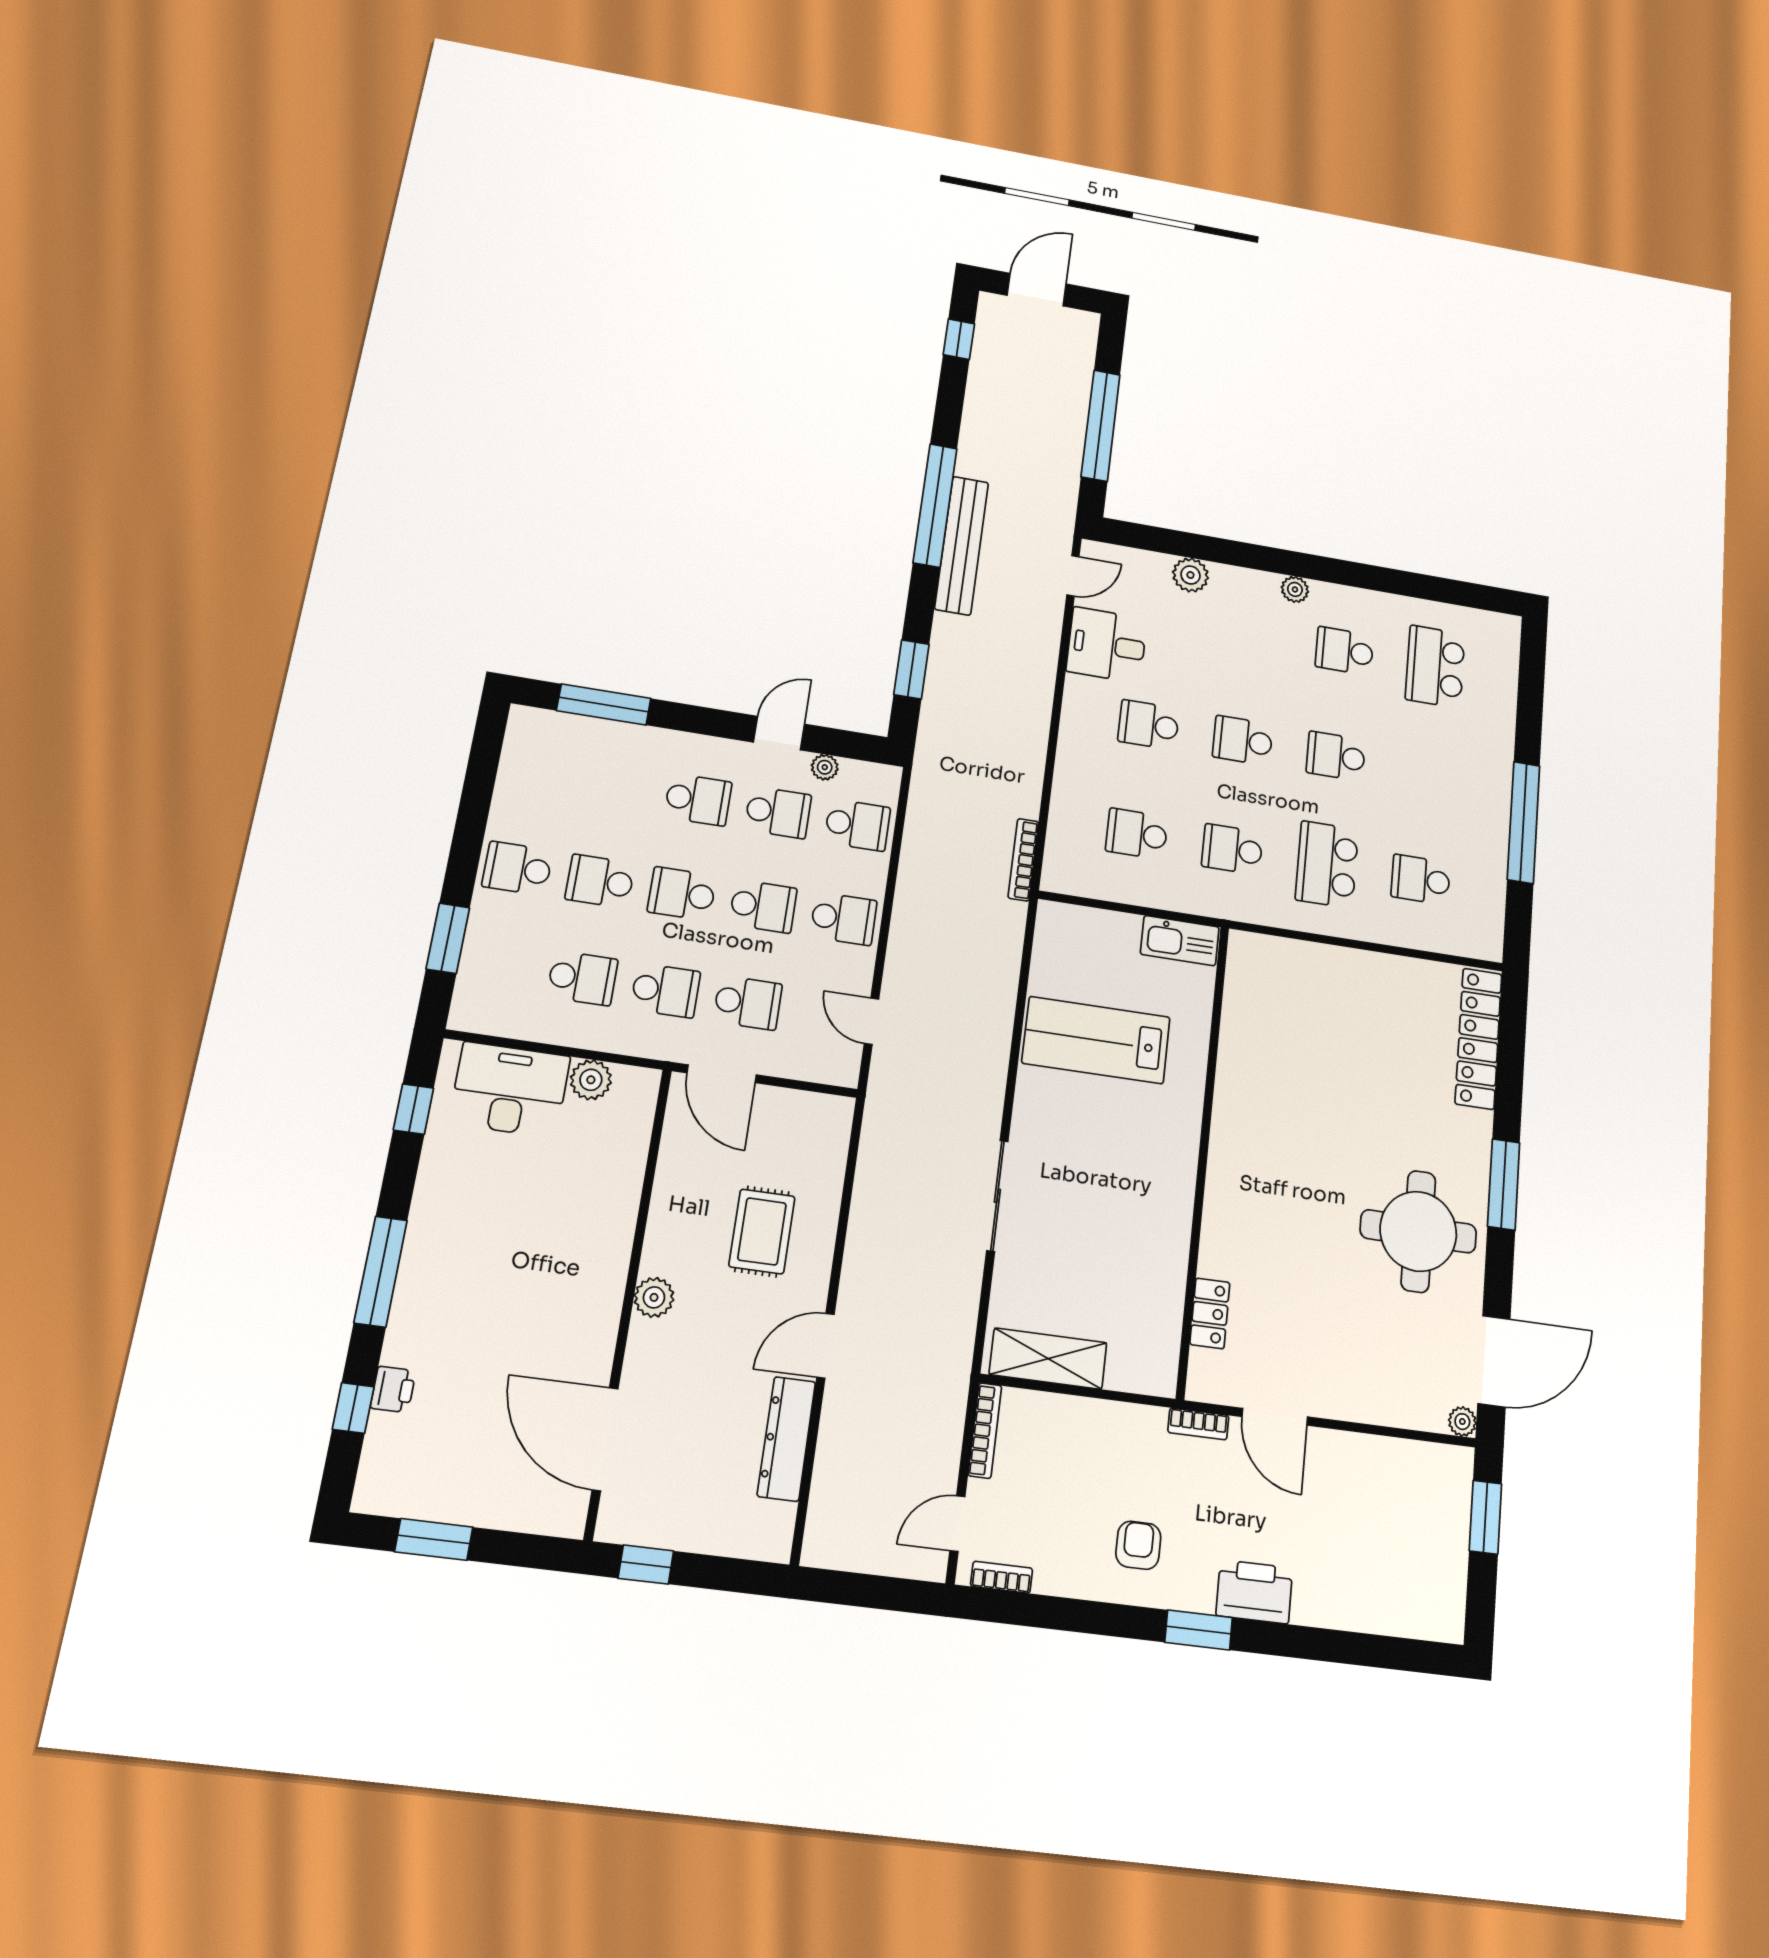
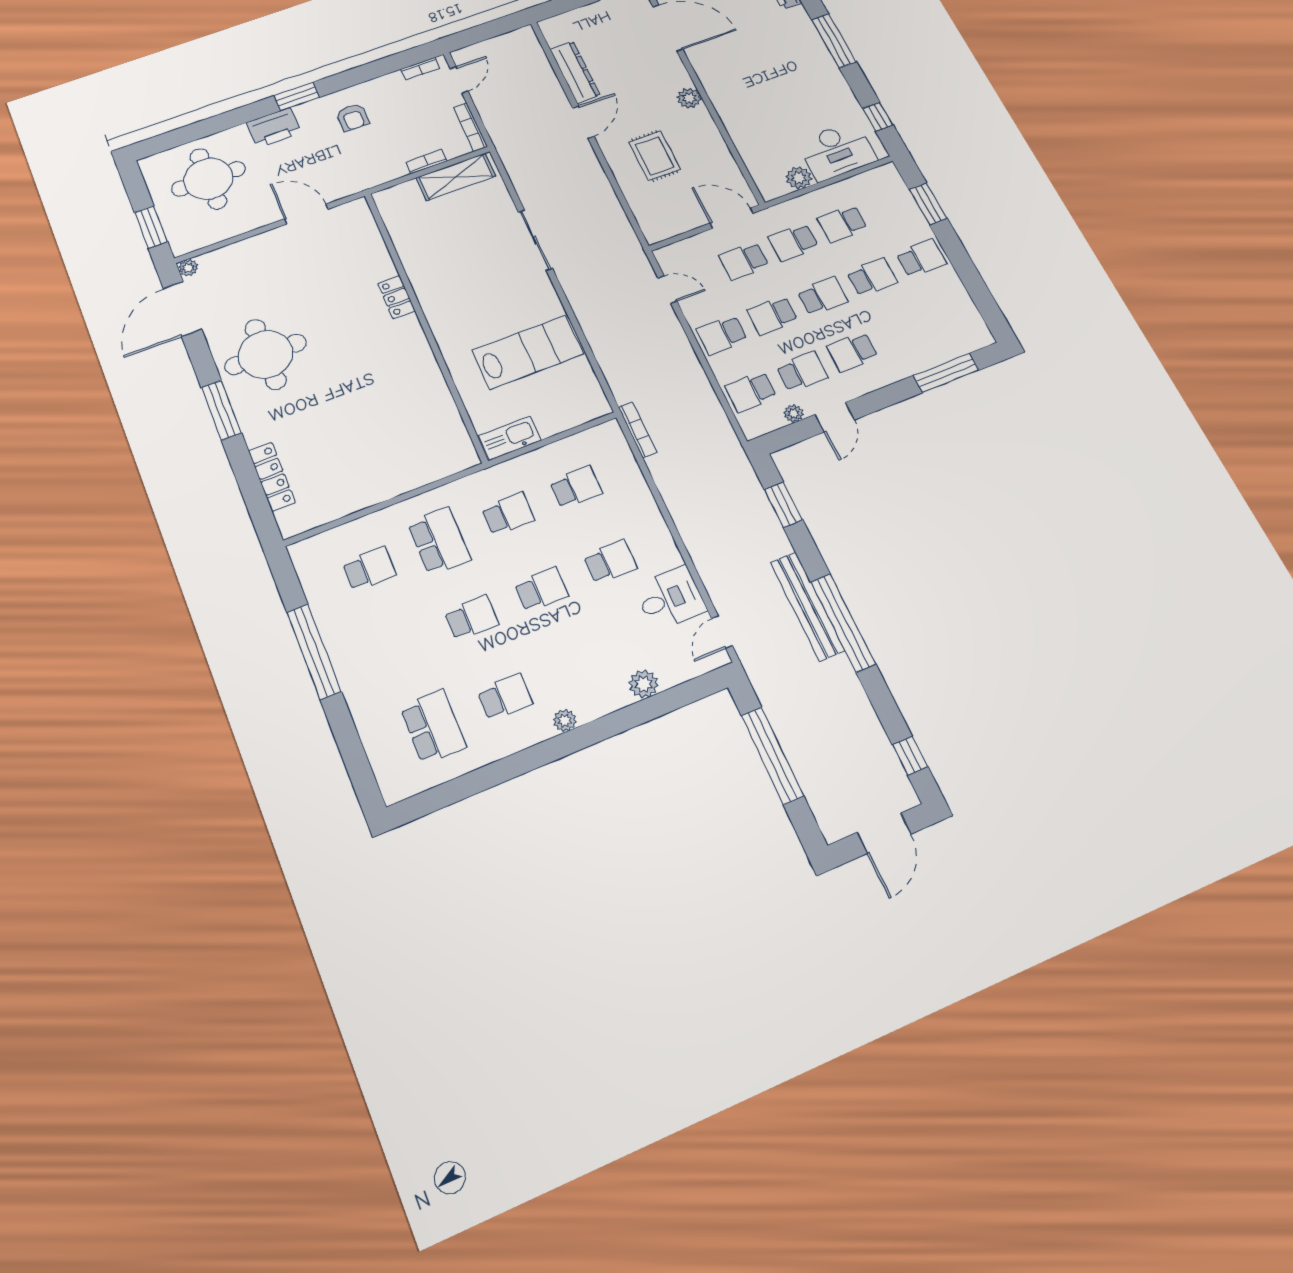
school desk: (778, 812) -> (802, 372), turned 180
locker: (1478, 1038) -> (272, 477), width x0.71, depth x0.83
locker: (1210, 1313) -> (396, 297), moved
bookcase: (1198, 1424) -> (426, 162), moved
round table: (1379, 1554) -> (208, 179), added

